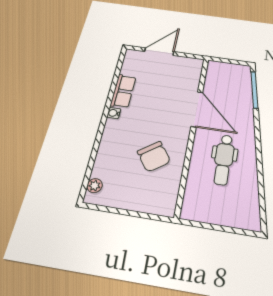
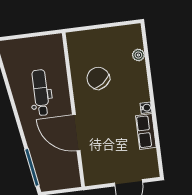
plant: (95, 186) -> (138, 55), moved

